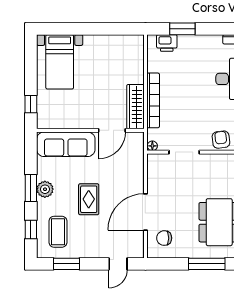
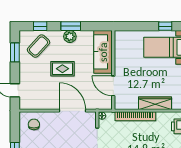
window: (31, 104) -> (165, 26), moved
wardrobe: (135, 107) -> (155, 103), moved
door: (145, 212) -> (72, 111), moved
coffee table: (58, 232) -> (38, 46), turned -47

